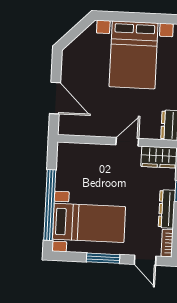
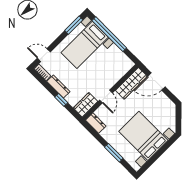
wardrobe: (84, 126) -> (131, 83), added
window: (103, 258) -> (74, 25), moved

